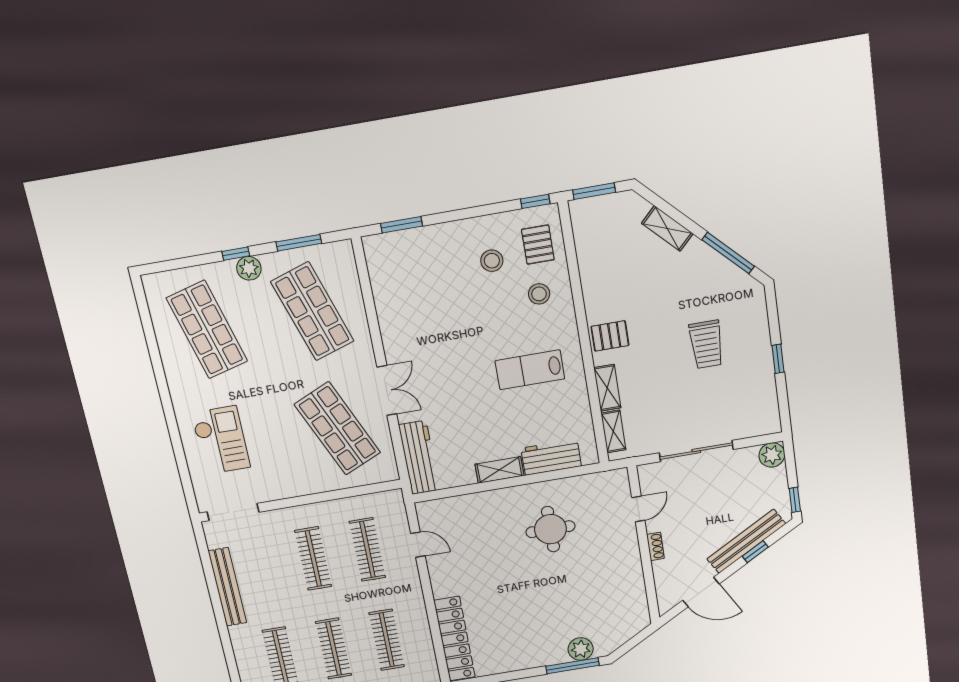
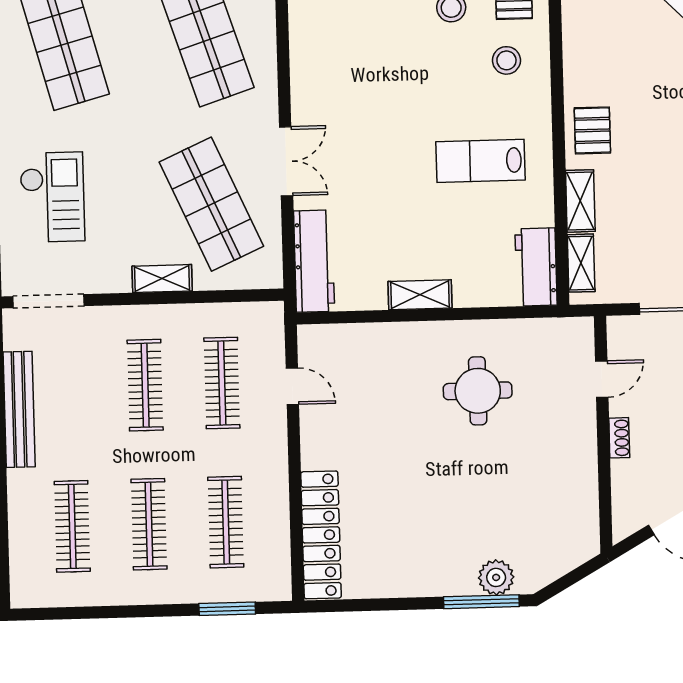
pallet: (610, 336) -> (592, 130), turned 90
workbench: (551, 457) -> (536, 267), moved, turned -90
shelving: (311, 485) -> (162, 279), added

